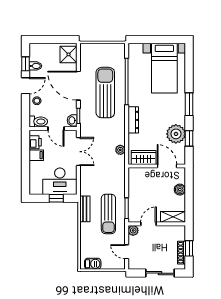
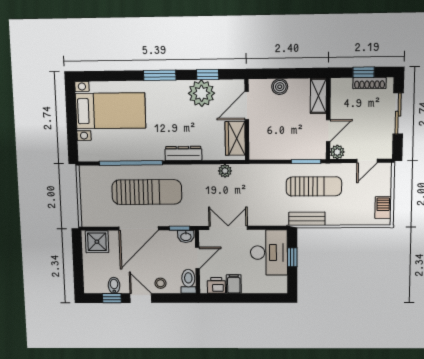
sun lounger: (105, 93) -> (147, 192), turned 180
door: (149, 224) -> (328, 131), swing flipped

